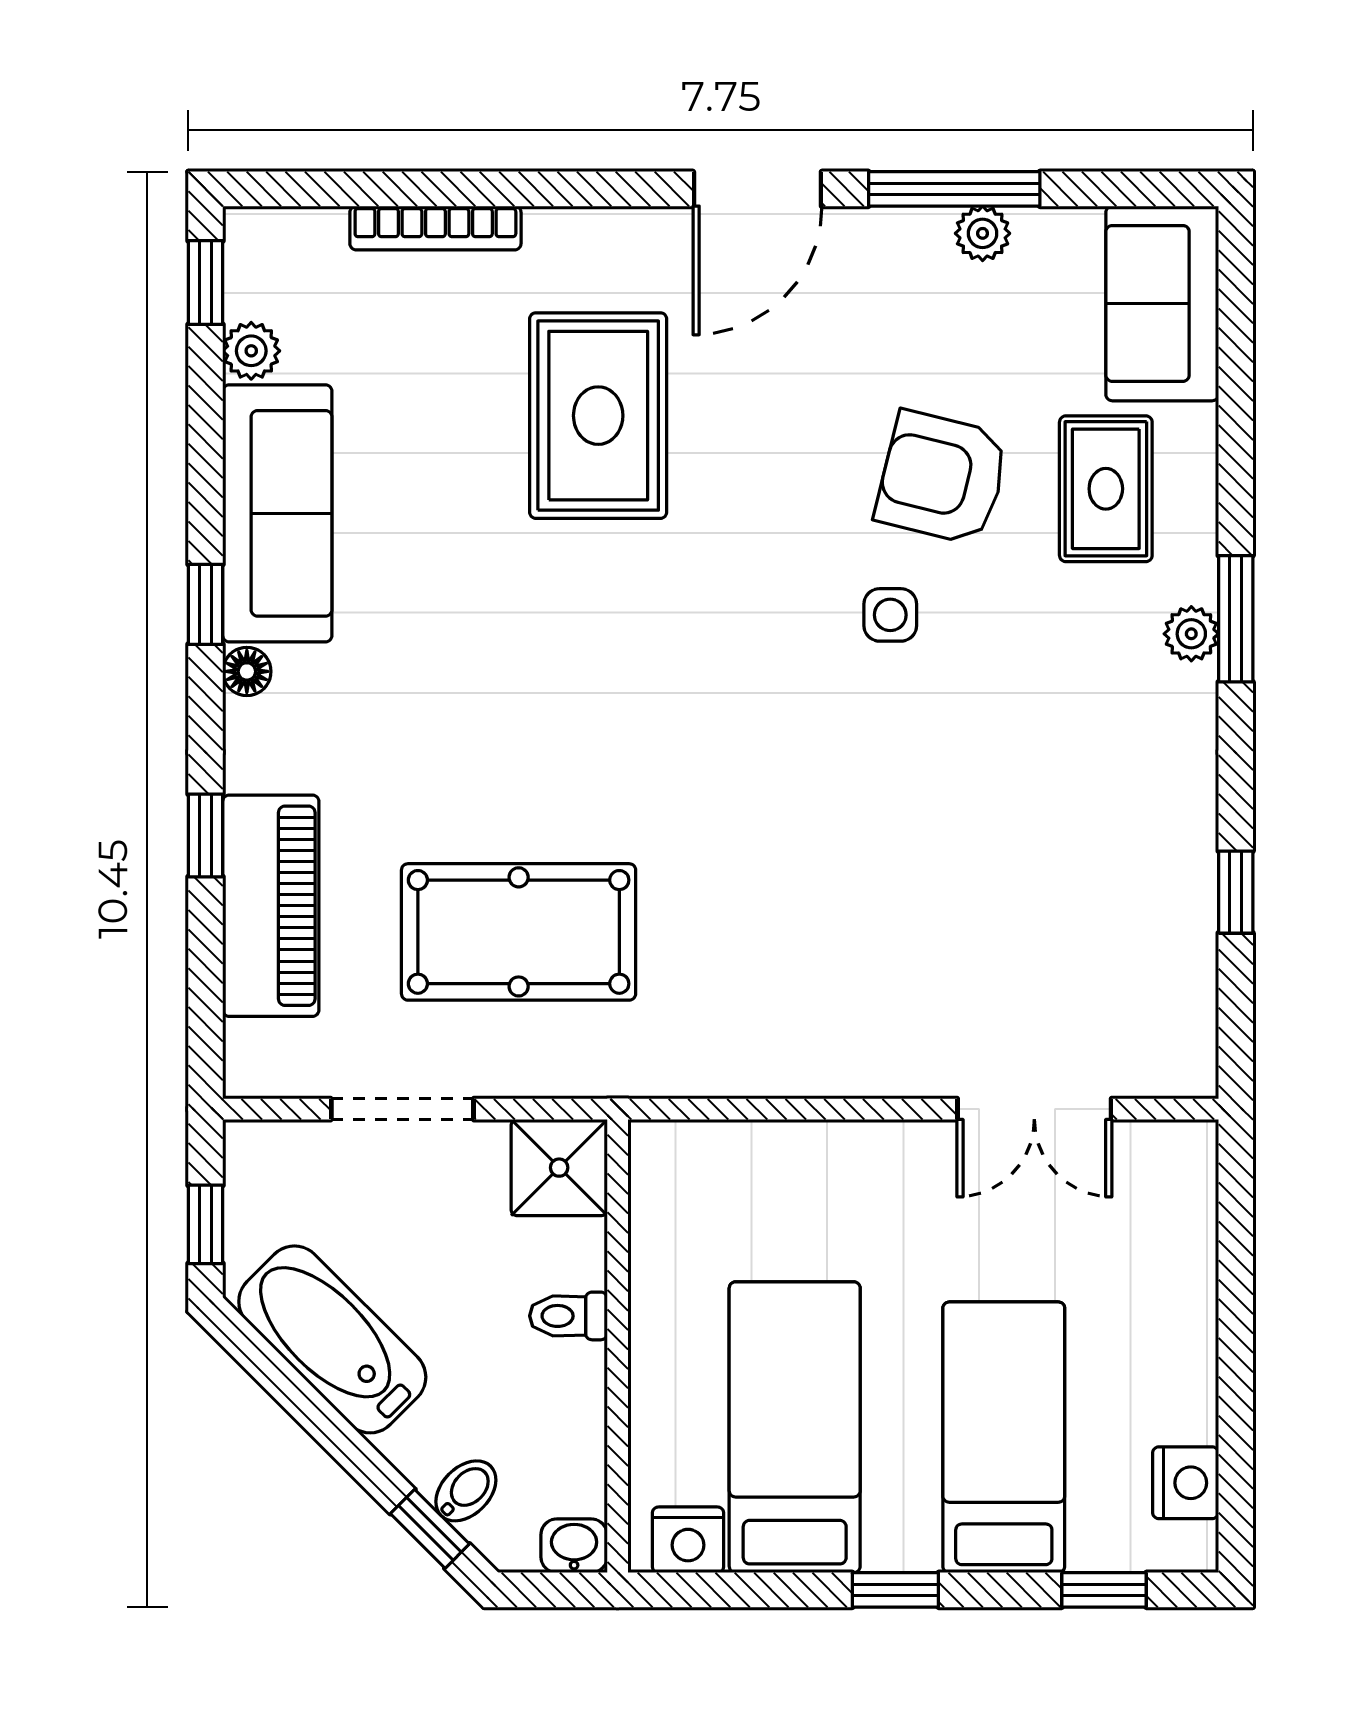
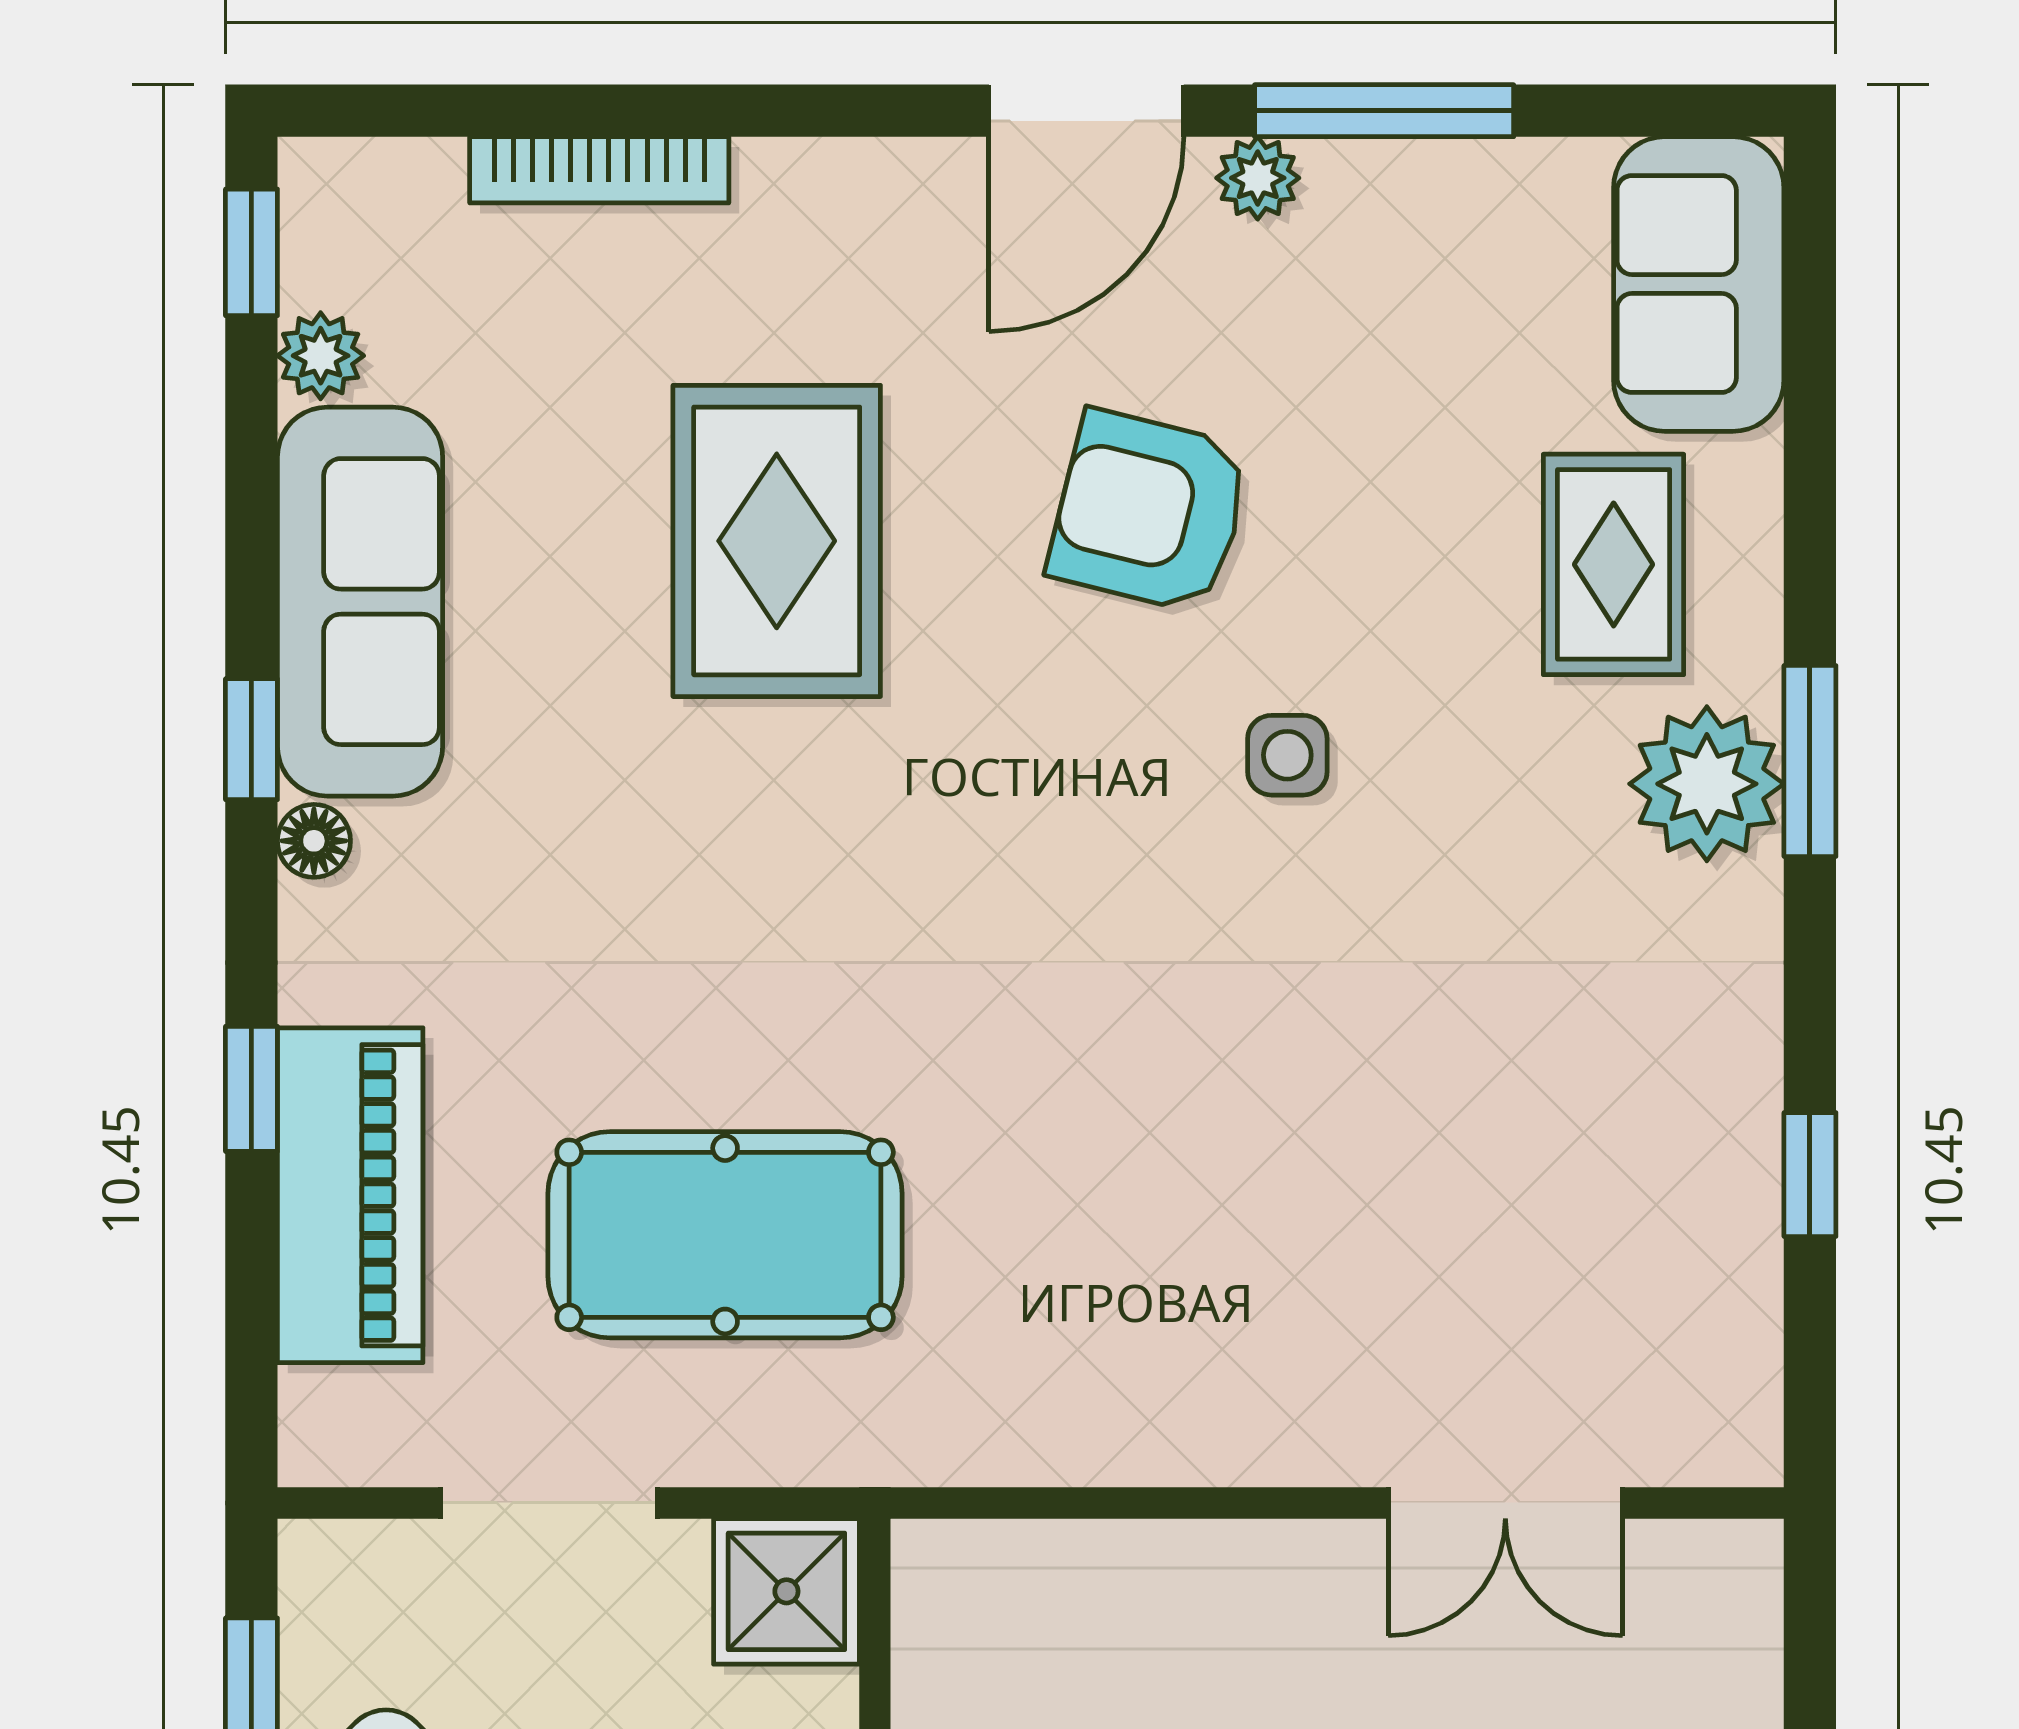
plant: (983, 233) -> (1258, 178), moved
rug: (598, 416) -> (777, 541), moved
armchair: (942, 478) -> (1149, 511), moved
plant: (1191, 634) -> (1707, 784), width x1.88, depth x1.88

